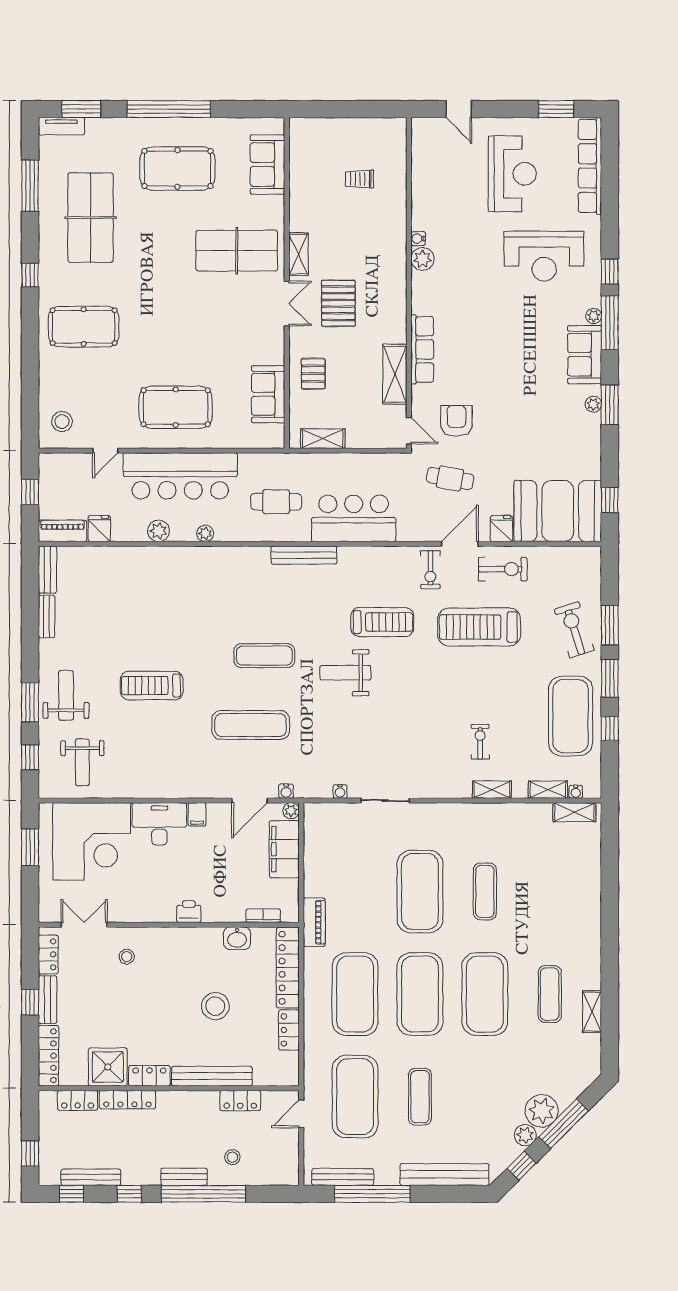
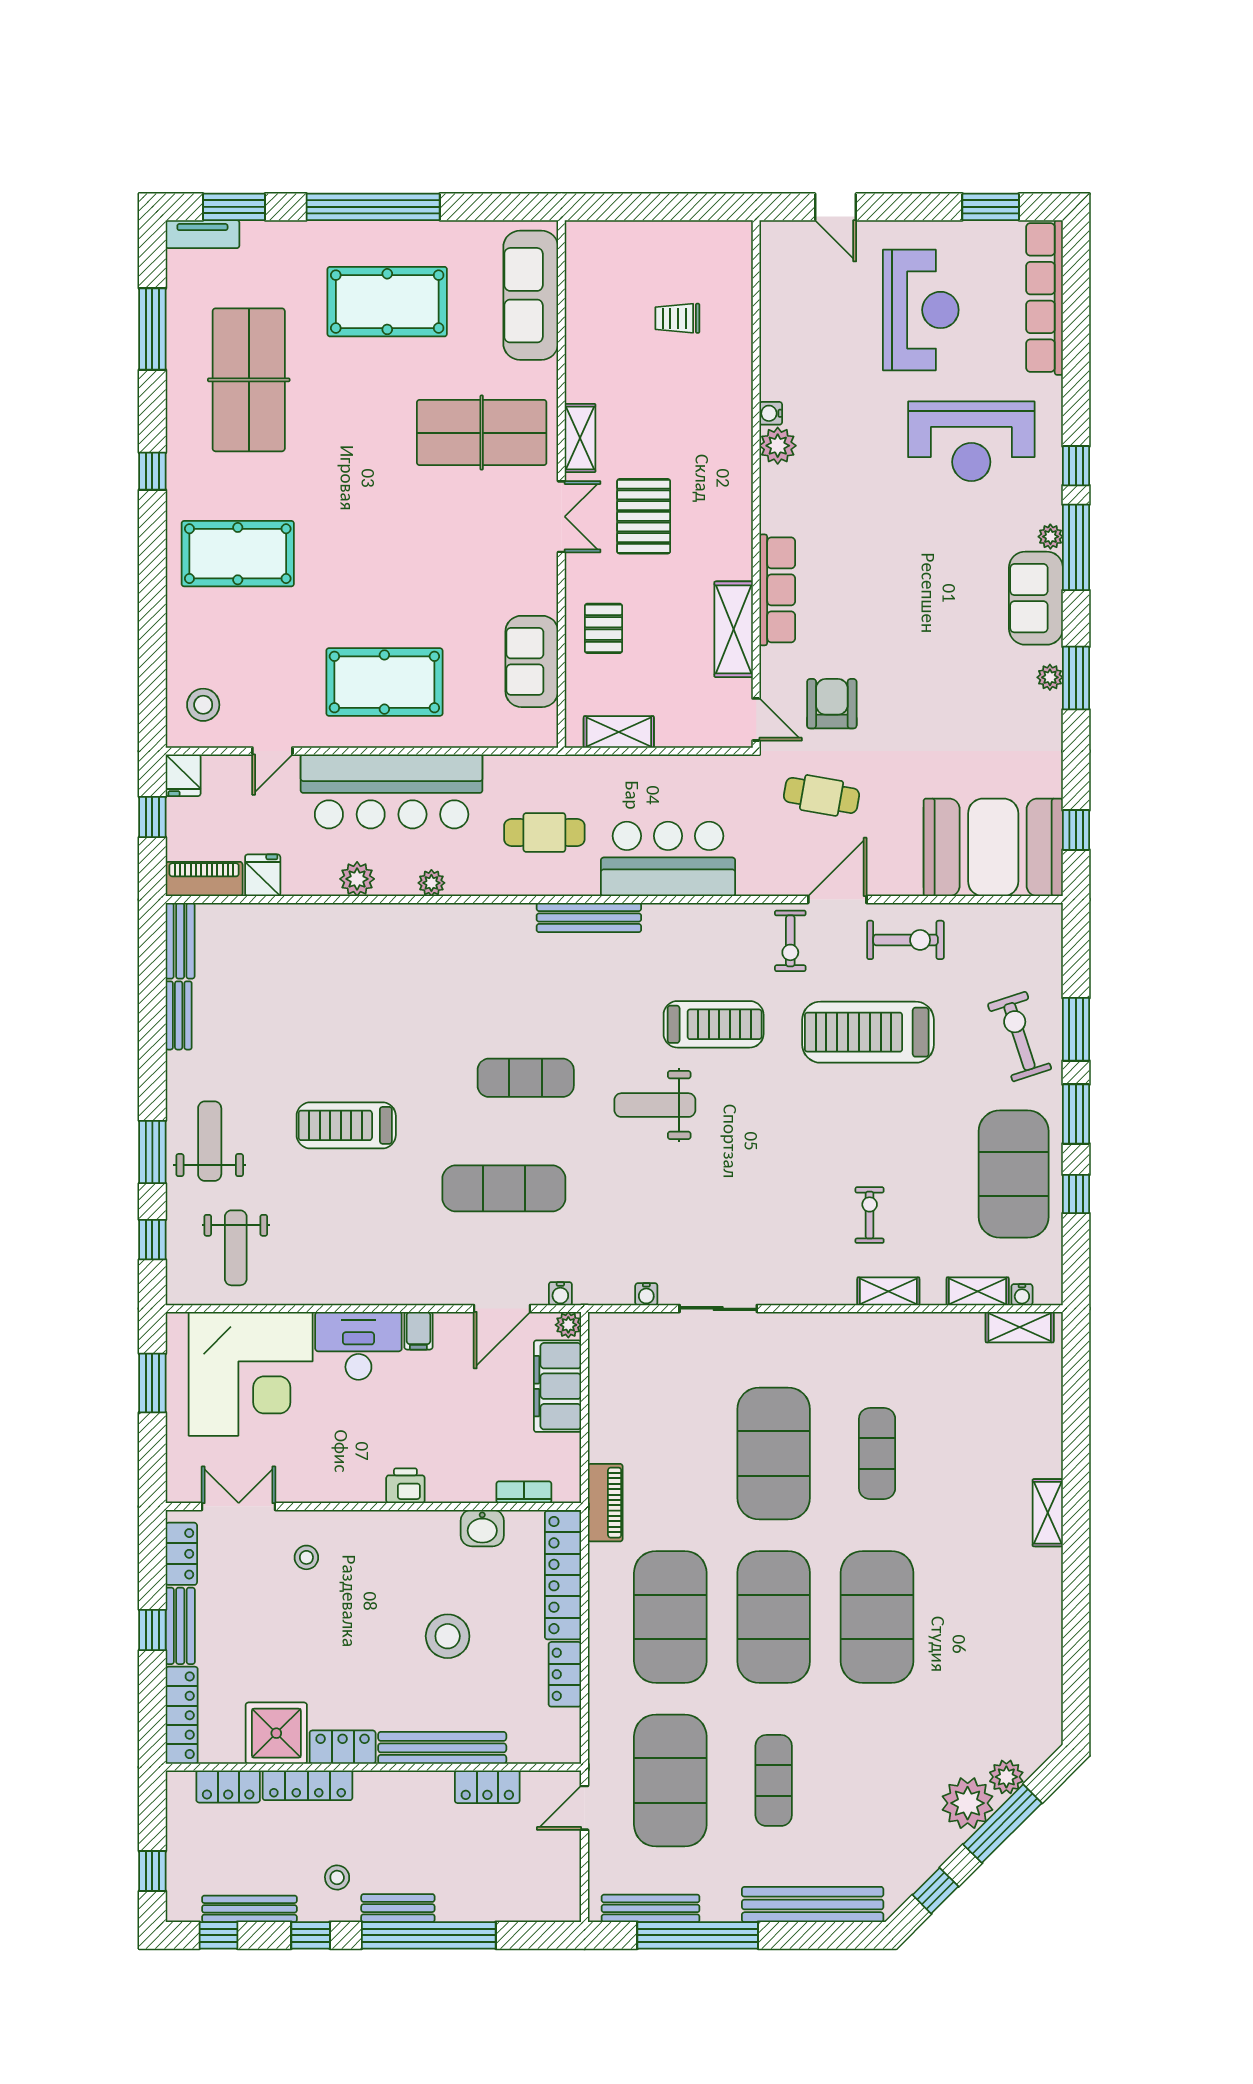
sofa: (267, 165) -> (531, 295), width x1.36
fridge: (501, 529) -> (183, 775), moved, turned 180
exercise mat: (550, 994) -> (980, 1617), removed
shelving: (592, 1012) -> (1048, 1513), moved
plant: (525, 1135) -> (1006, 1777), moved
stool: (232, 1157) -> (337, 1877), moved

